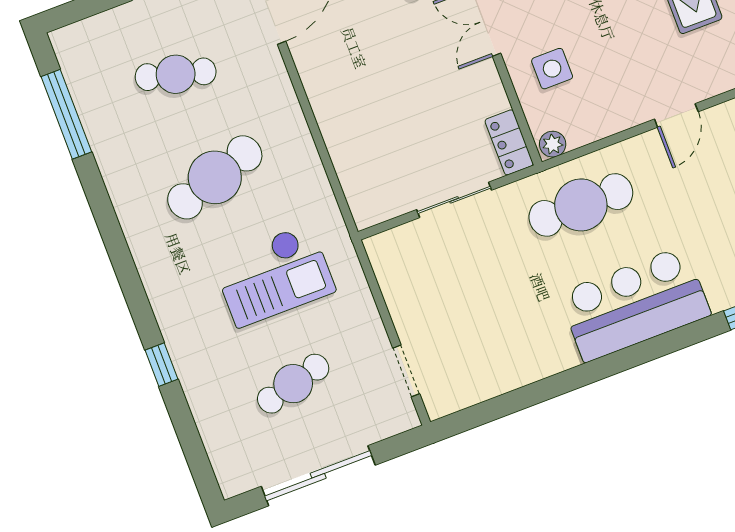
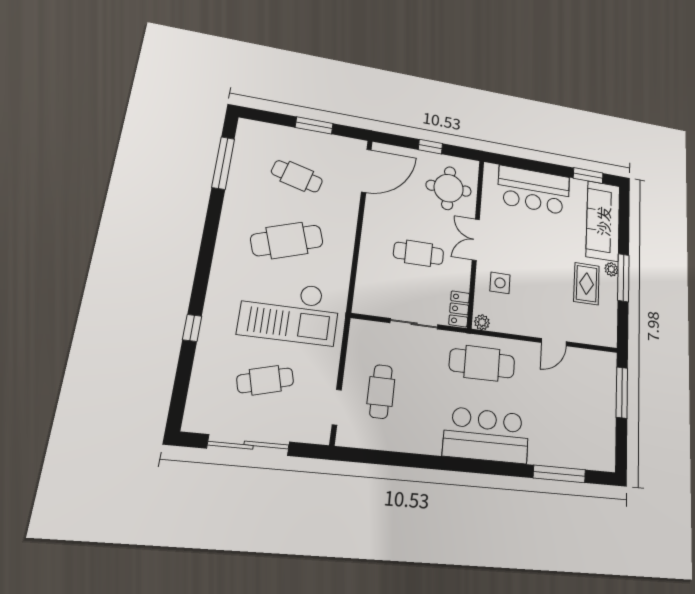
cafe table: (408, 91) -> (419, 253), added
checkout: (274, 275) -> (290, 312), width x1.36, depth x1.21
cafe table: (455, 319) -> (381, 391), added

